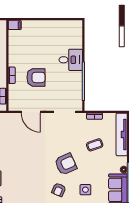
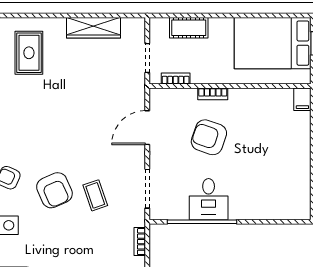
desk: (71, 60) -> (209, 199), moved
armchair: (36, 77) -> (209, 137), turned 109
coffee table: (95, 145) -> (95, 195), moved

